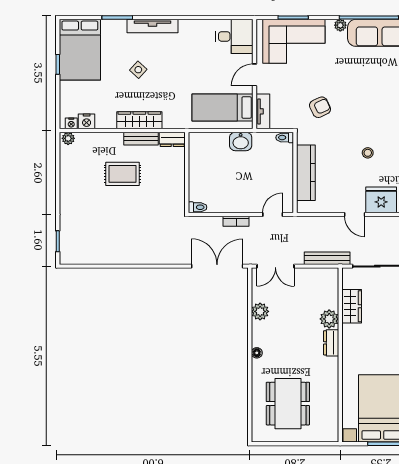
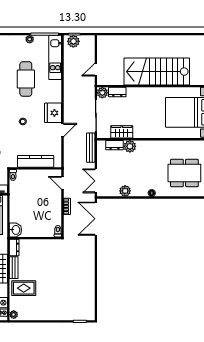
washbasin: (241, 141) -> (15, 230), moved
rug: (123, 174) -> (24, 288), moved, turned 90
double door: (275, 266) -> (96, 181), swing flipped
dresser: (331, 343) -> (114, 145), moved

